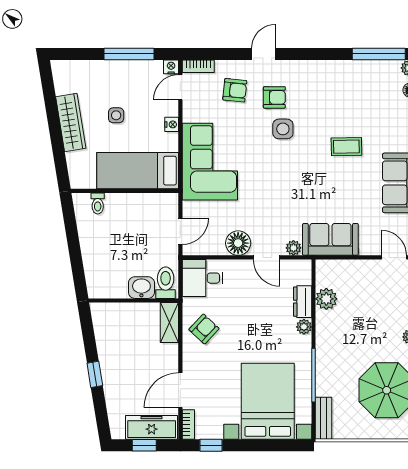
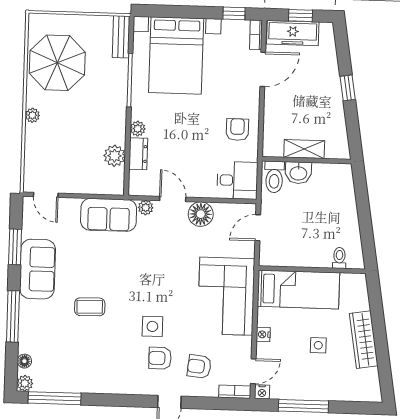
shelving: (169, 323) -> (304, 149), moved, turned 90
armchair: (204, 329) -> (237, 130), turned 137

